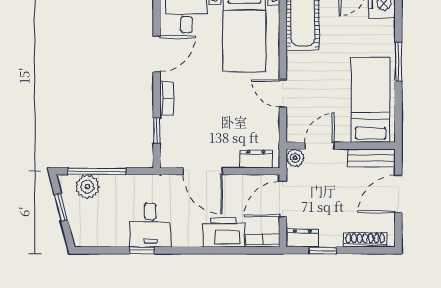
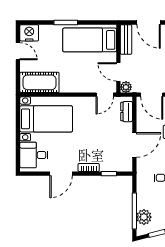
door: (157, 54) -> (61, 174), swing flipped
door: (283, 93) -> (105, 95), moved

